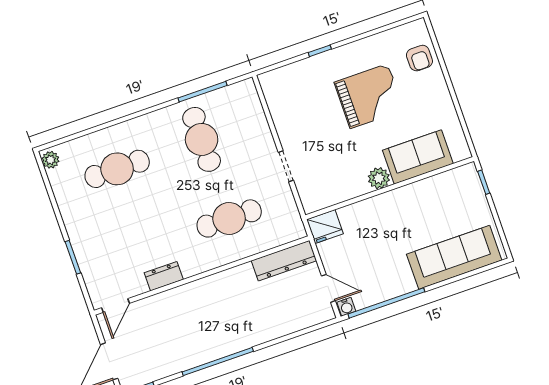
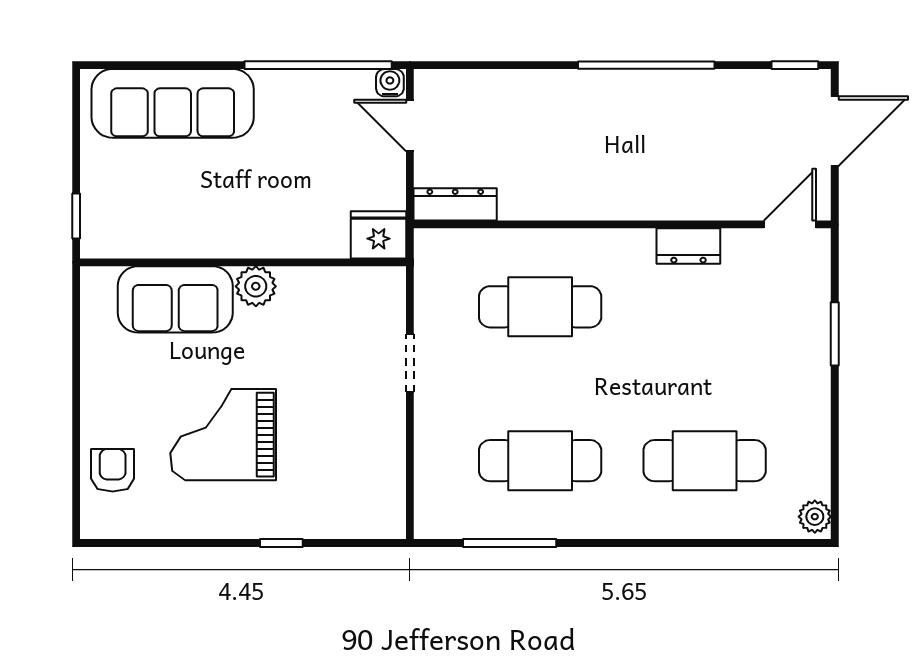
cafe table: (202, 139) -> (540, 461), turned 90
dresser: (284, 261) -> (455, 204), width x0.73, depth x0.80

